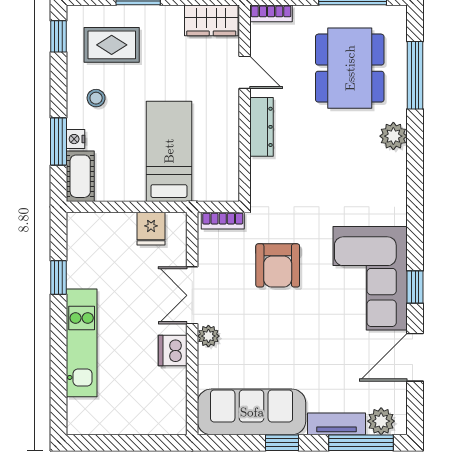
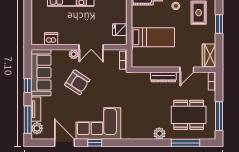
armchair: (278, 265) -> (77, 82), moved, turned -147
double door: (192, 295) -> (91, 47), swing flipped
dishwasher: (173, 350) -> (51, 39), moved

